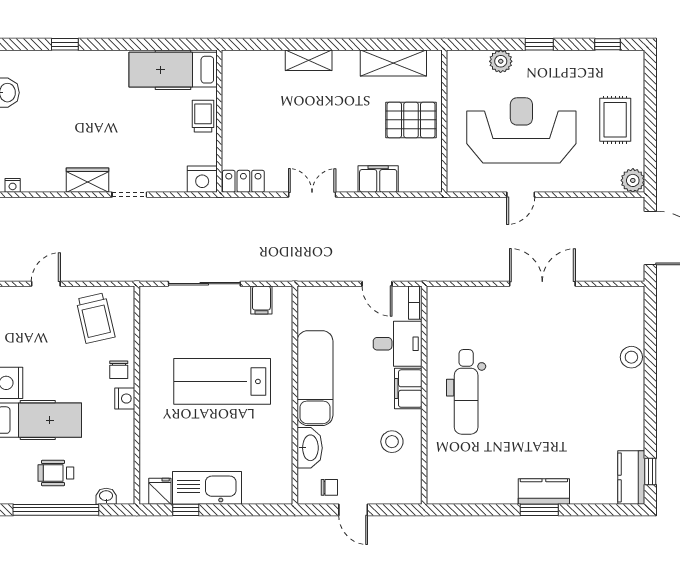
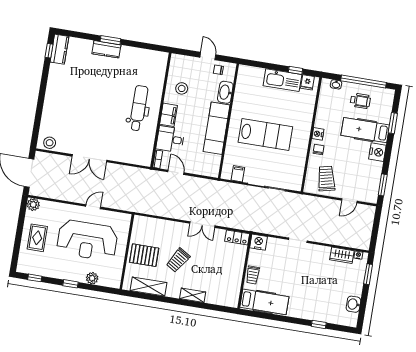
trolley: (346, 121) -> (178, 260), added
filing cabinet: (378, 179) -> (166, 227), removed
wardrobe: (87, 180) -> (342, 255), moved
stool: (631, 357) -> (50, 143), moved

